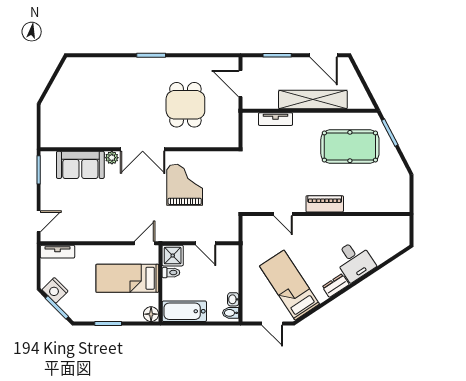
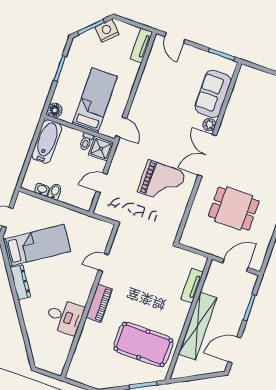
pool table: (350, 147) -> (143, 344), turned 90
desk: (354, 261) -> (65, 317), moved, turned -147
dresser: (336, 286) -> (20, 282), width x1.44
bidet: (231, 313) -> (55, 192), moved

